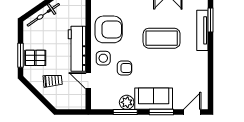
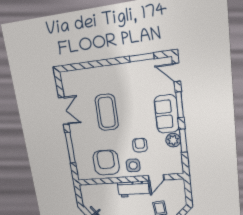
window: (210, 20) -> (142, 57), moved
tv unit: (202, 30) -> (93, 73), removed
workbench: (77, 49) -> (133, 189), width x0.73

